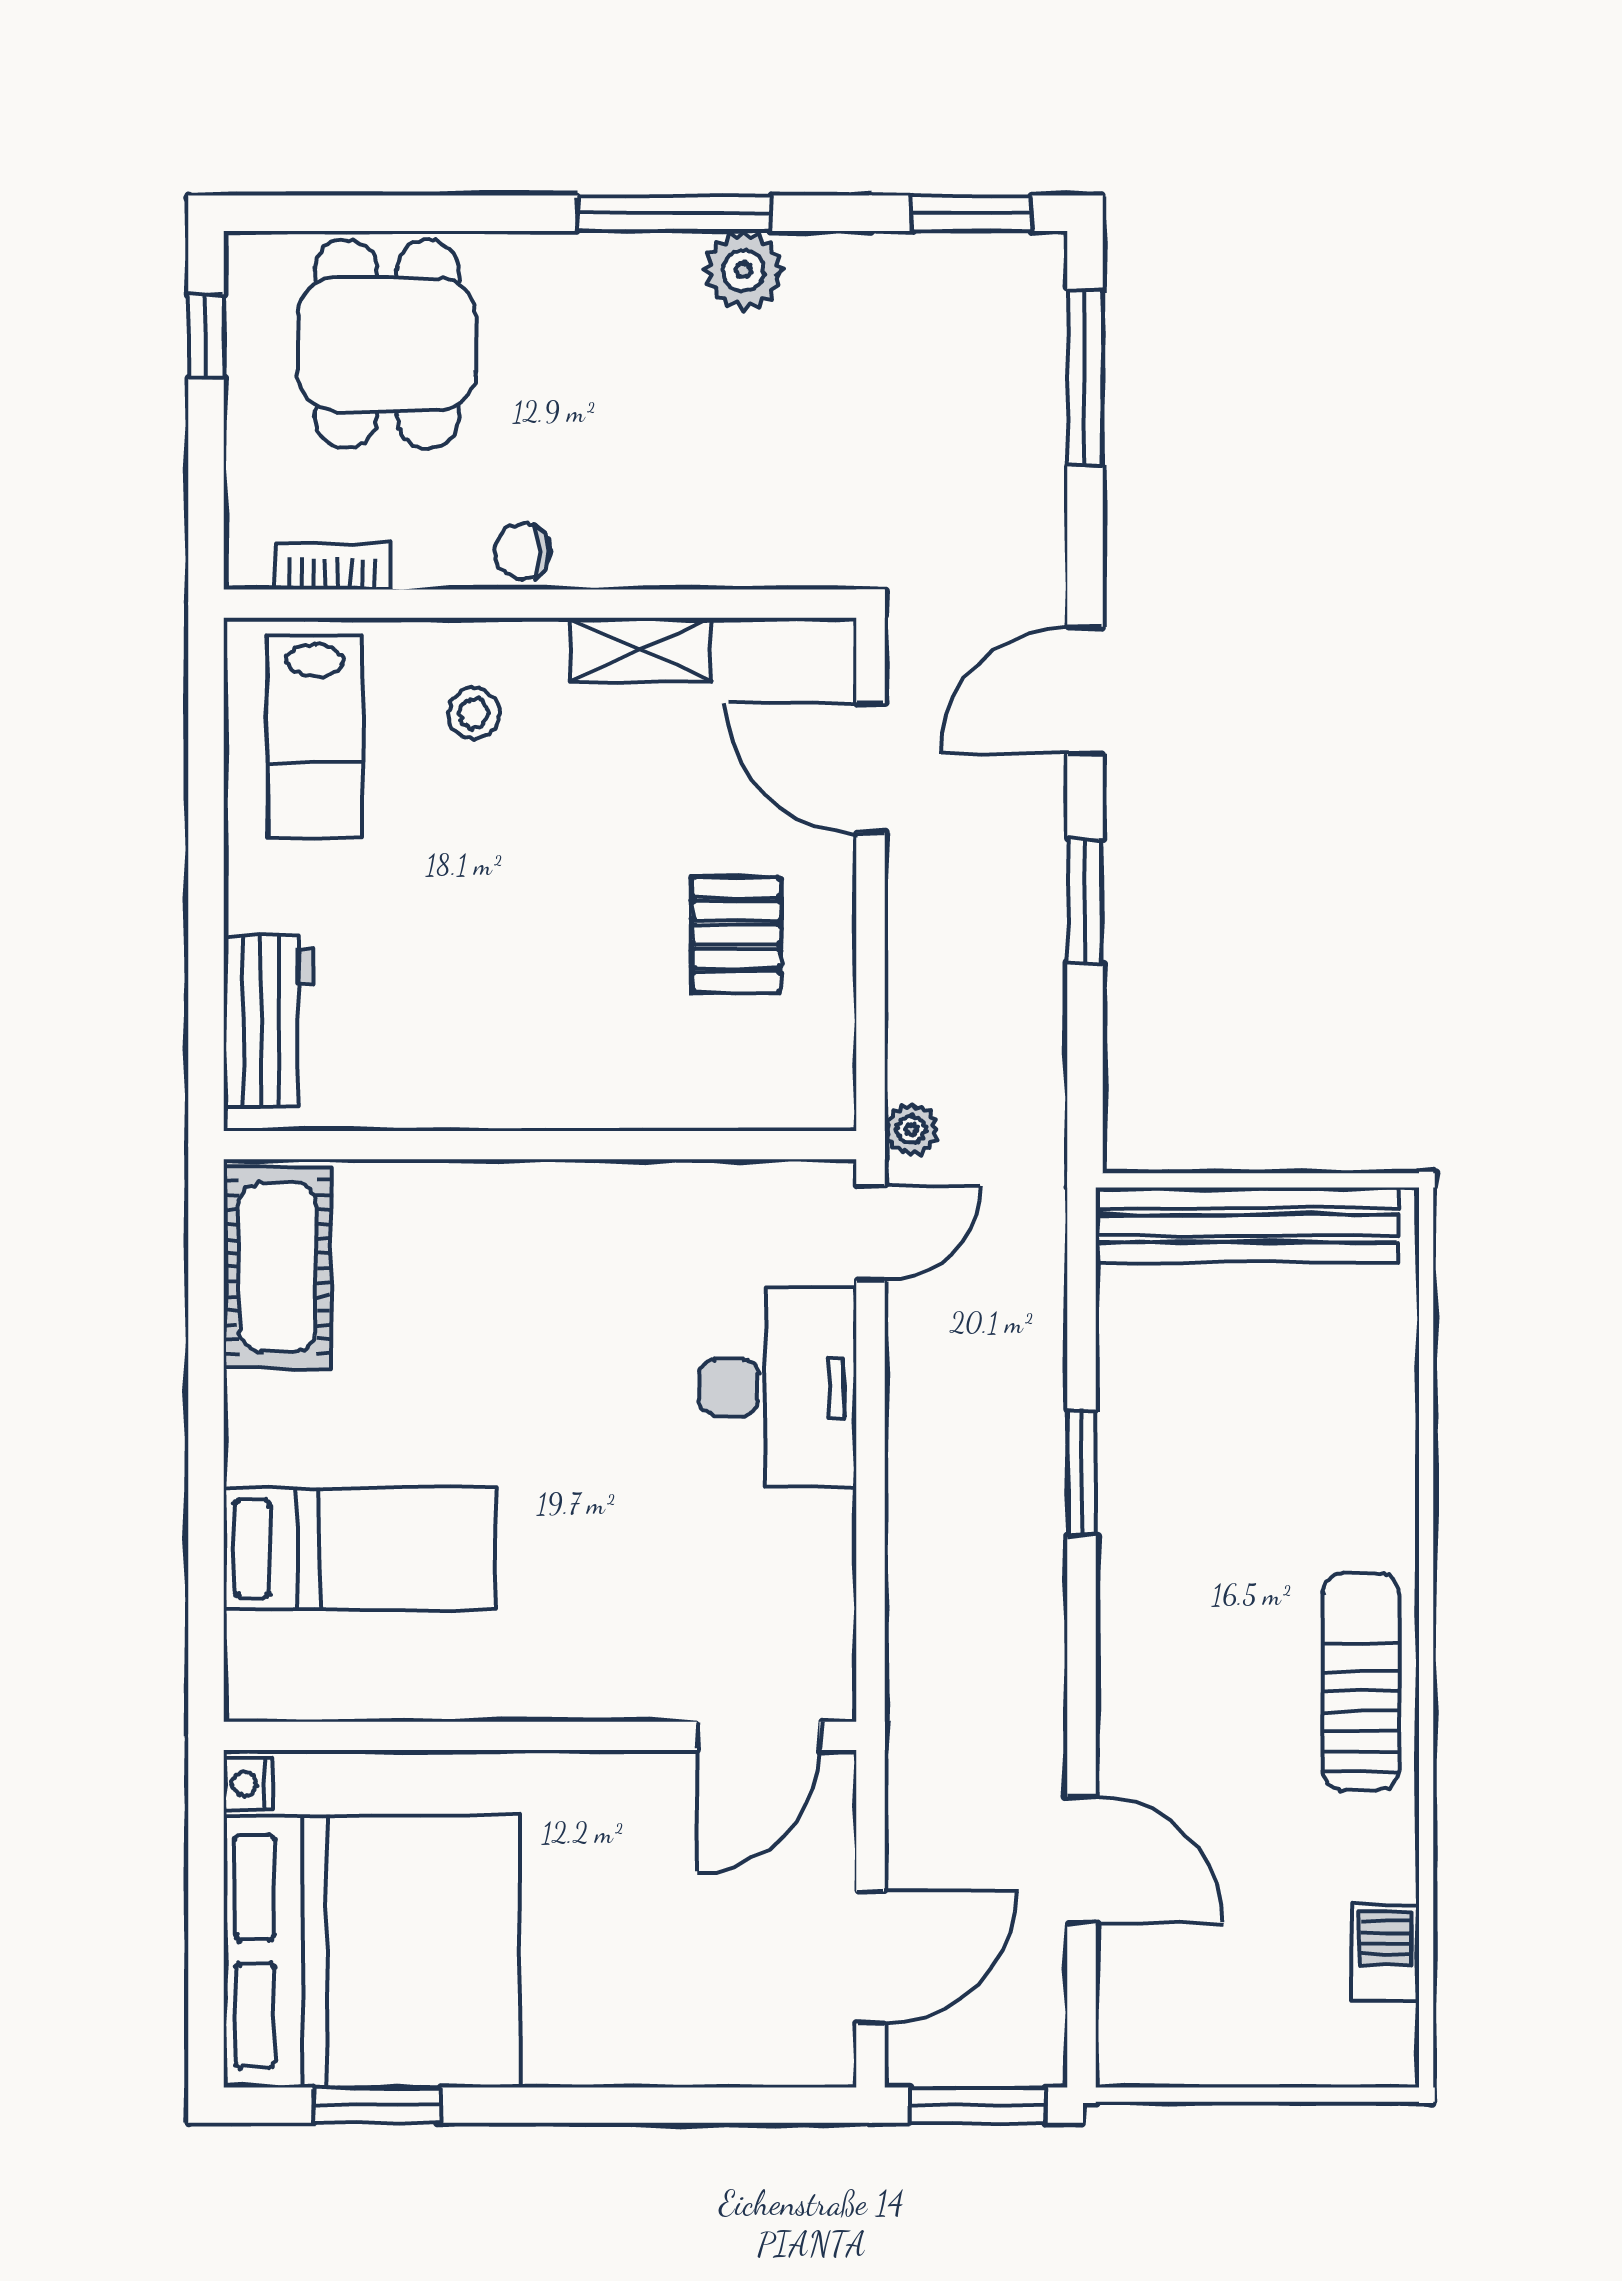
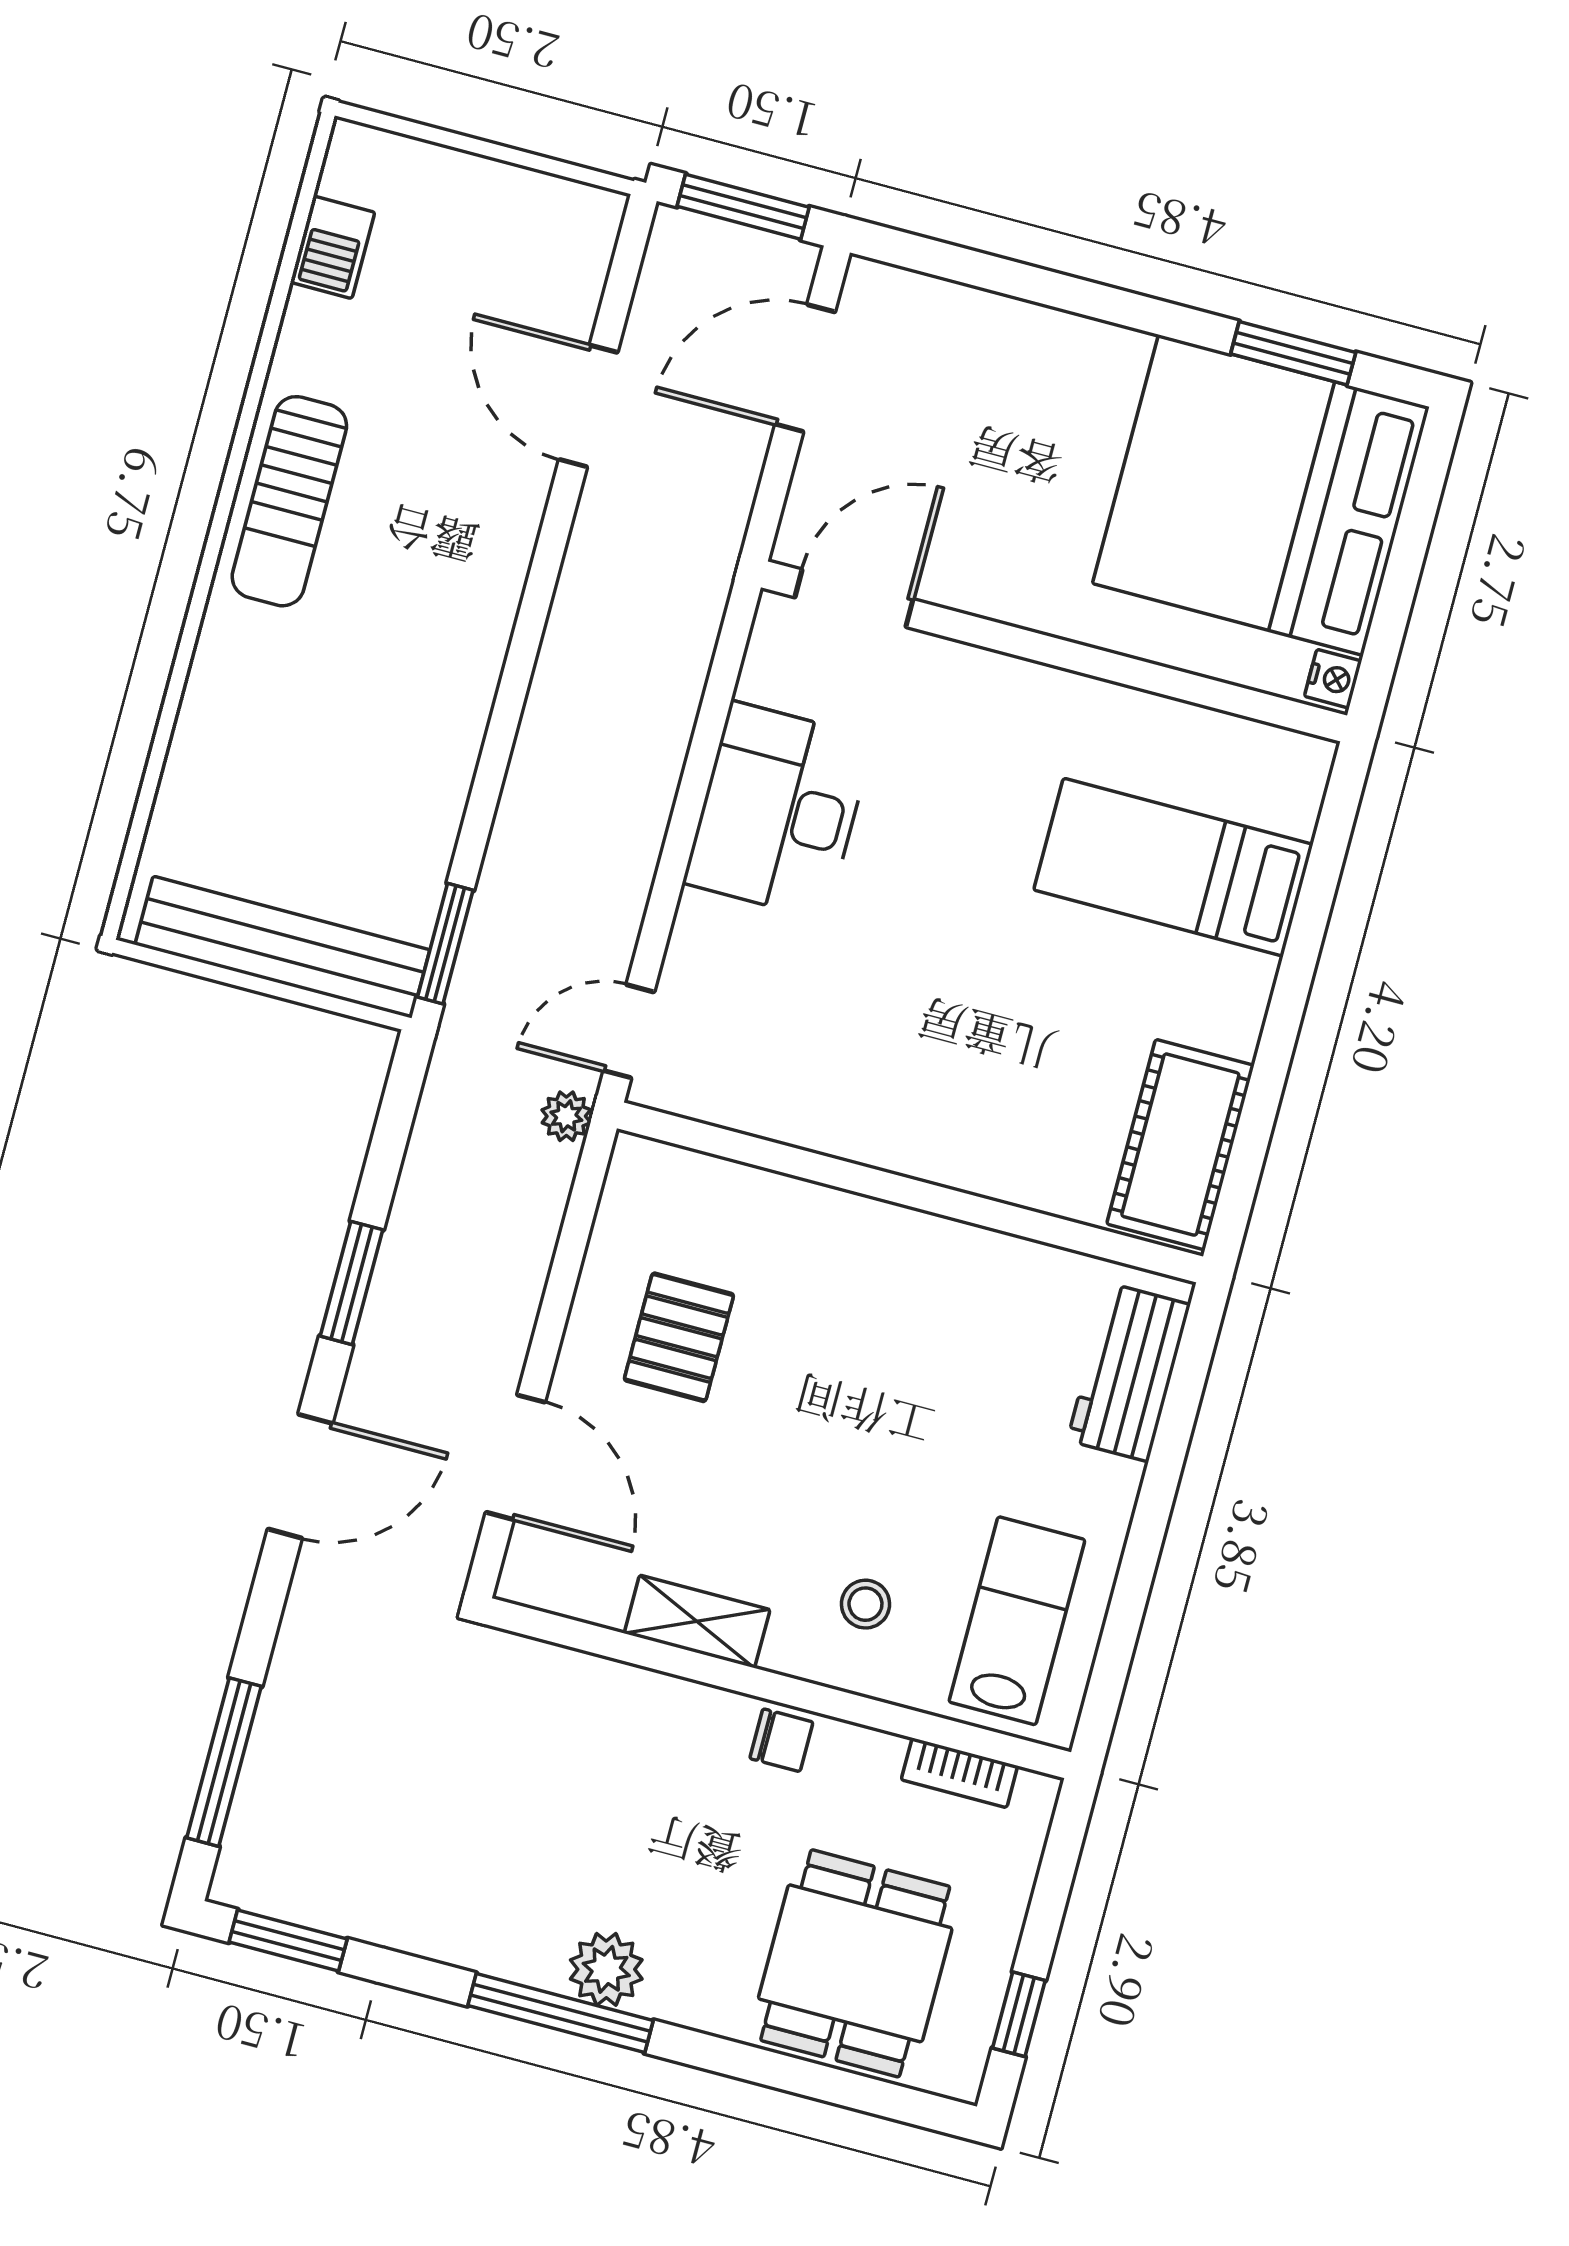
plant: (744, 270) -> (606, 1969), moved
desk: (778, 1387) -> (778, 811), moved
window: (1082, 1473) -> (445, 944), moved

